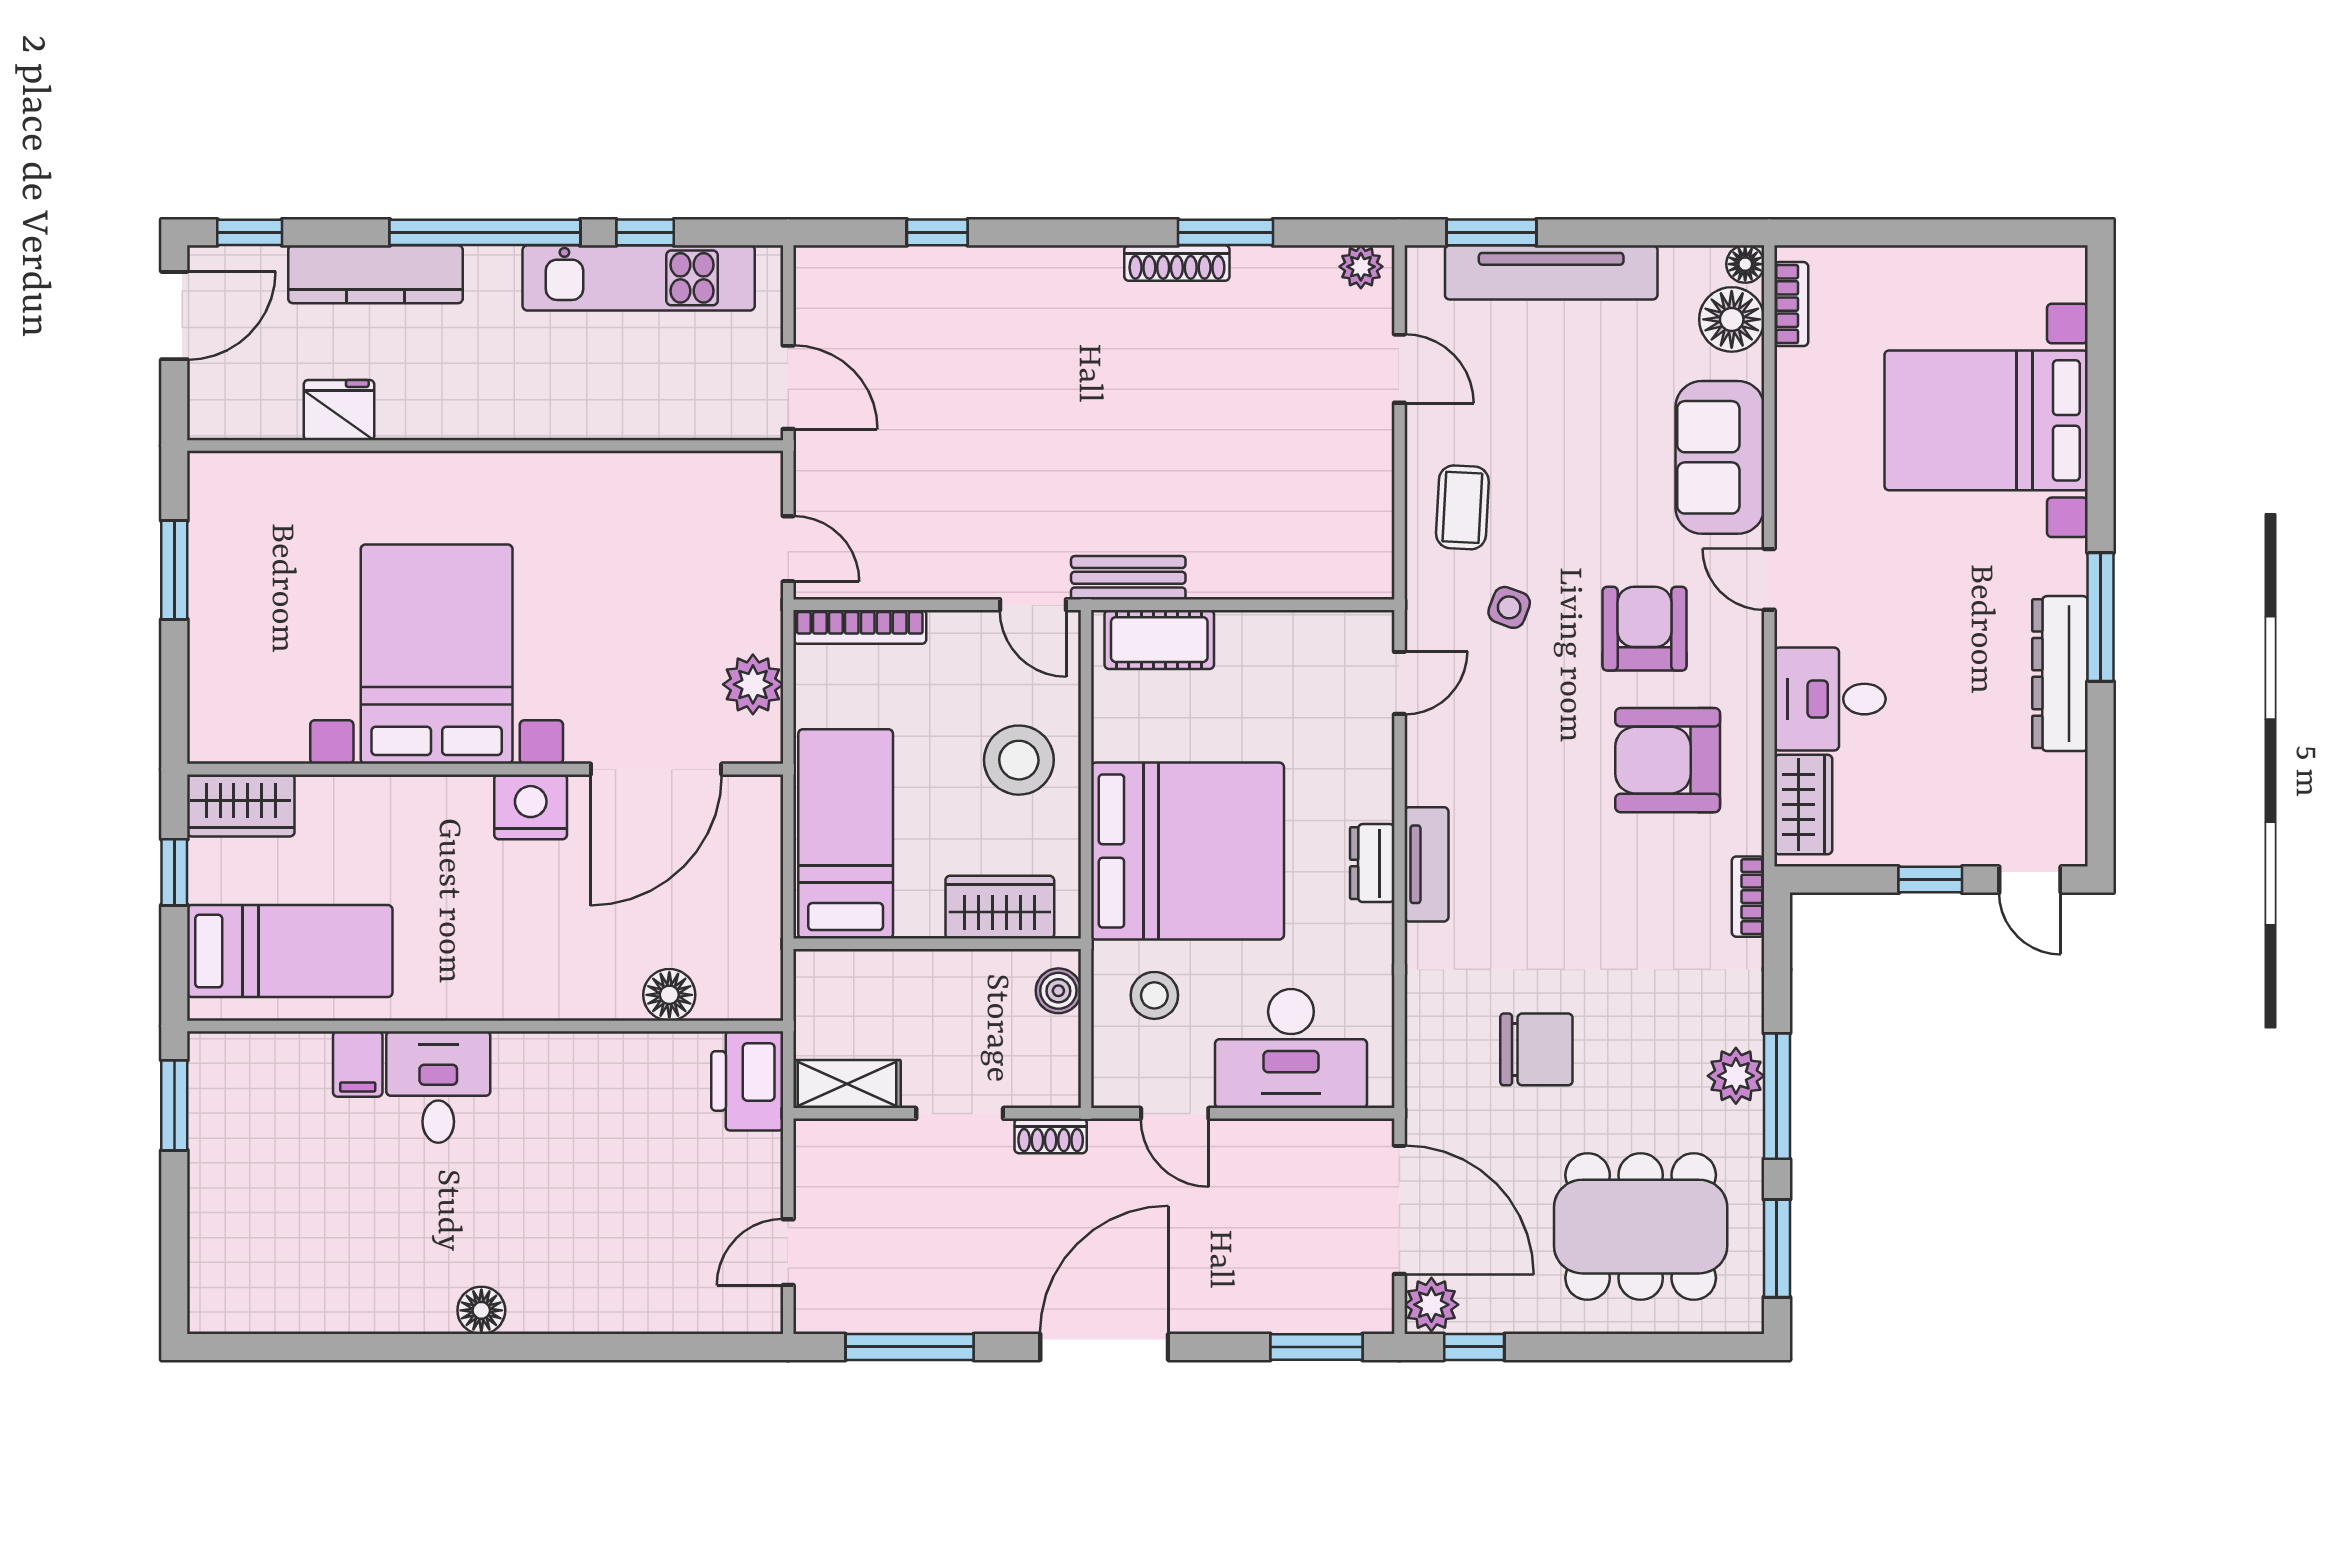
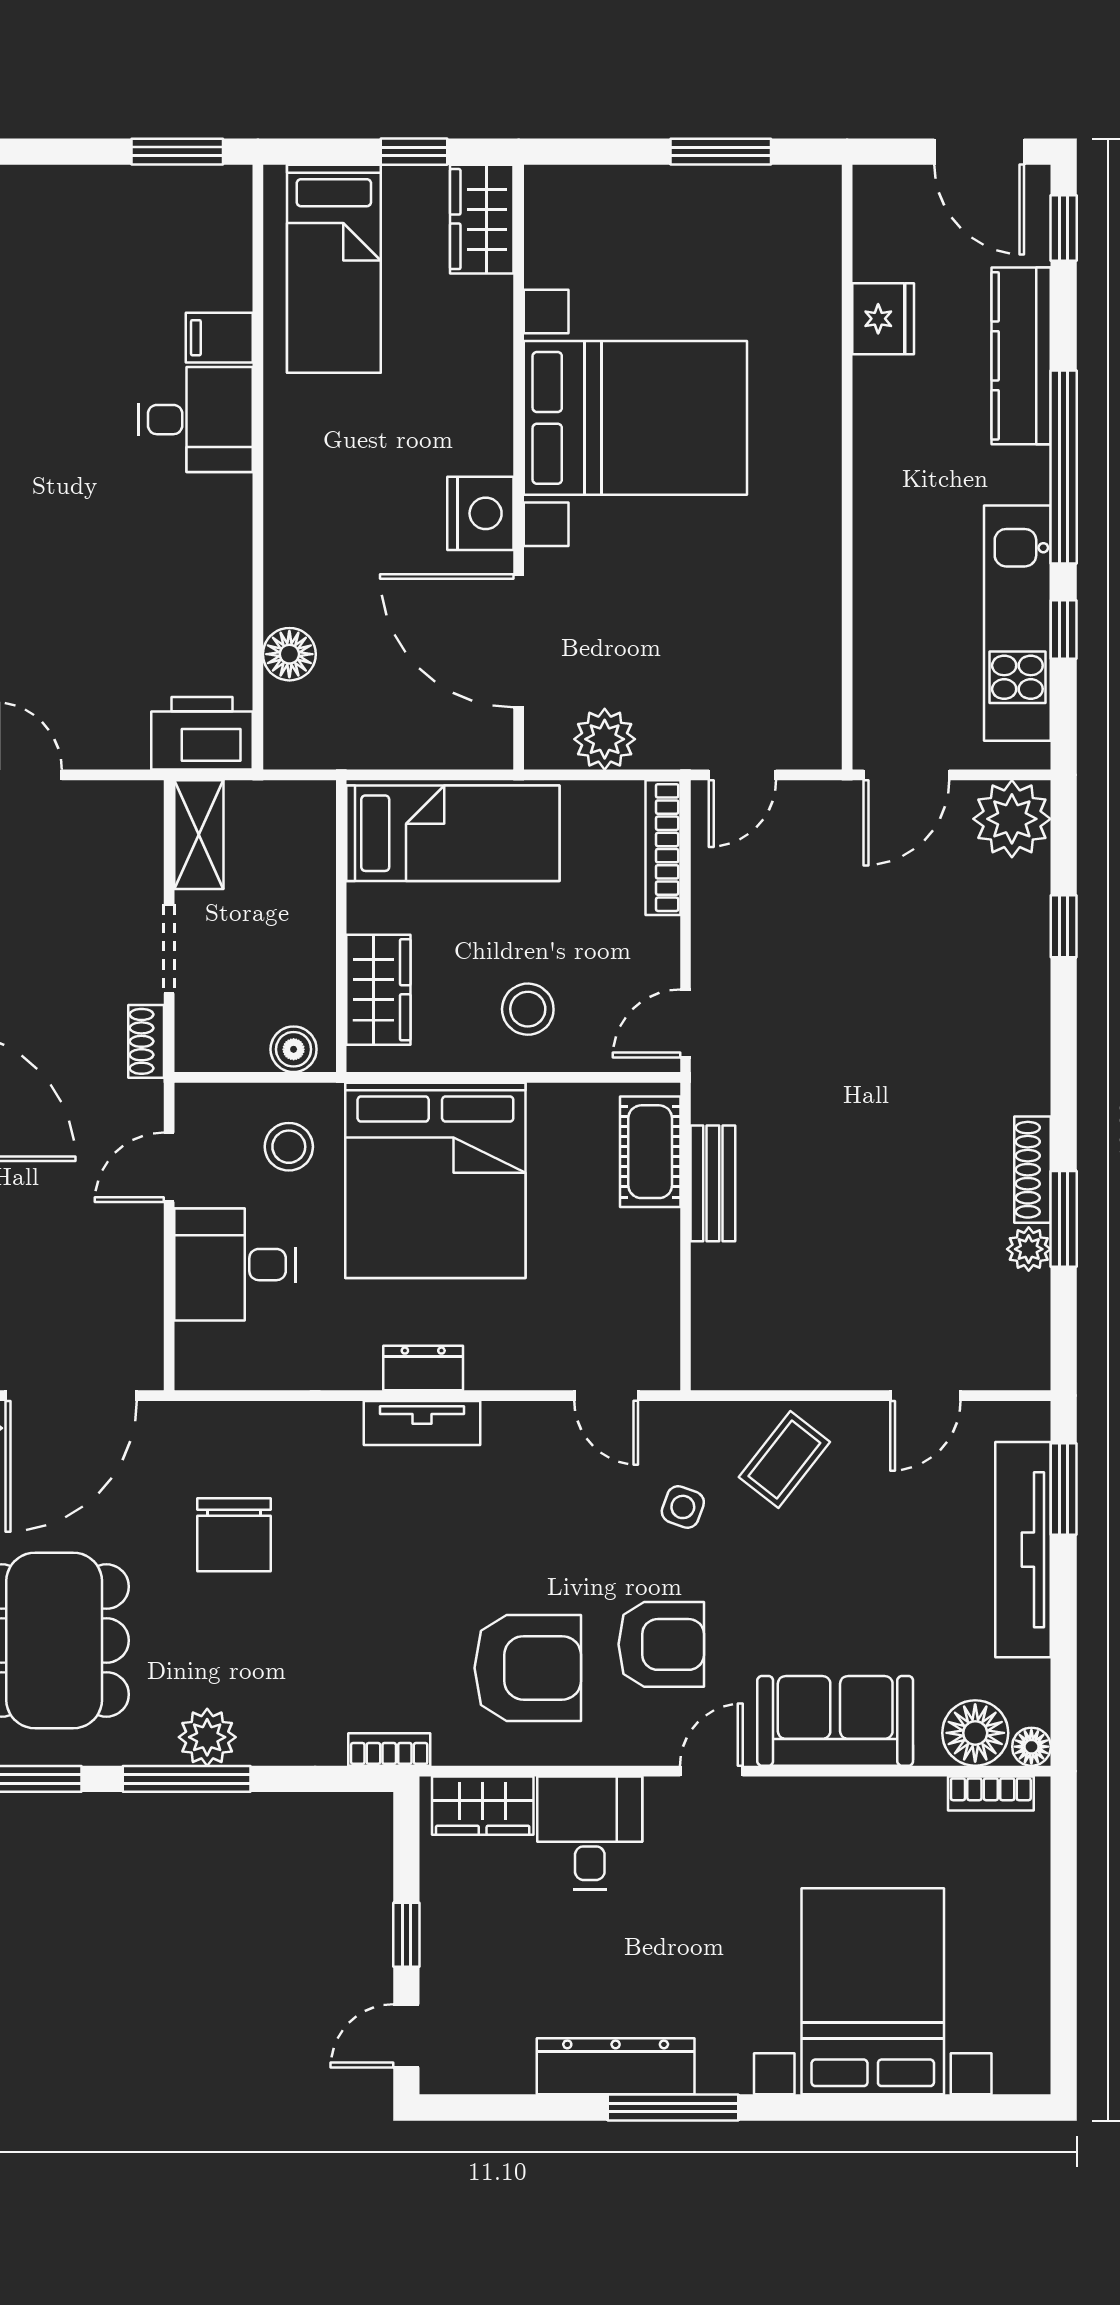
plant: (1361, 267) -> (1029, 1249), moved
plant: (831, 283) -> (1012, 819), added
coffee table: (1462, 507) -> (784, 1460), turned -55
bench: (1128, 578) -> (713, 1183), moved
stool: (1019, 760) -> (528, 1009), width x0.73, depth x0.73
armchair: (1668, 760) -> (528, 1668), turned 90
desk: (1291, 1049) -> (235, 1265), width x0.73

